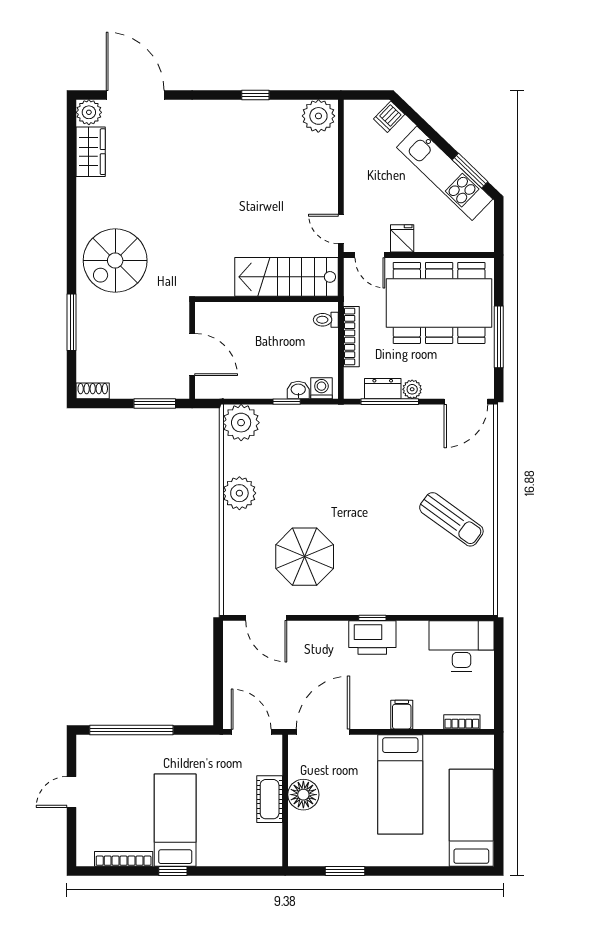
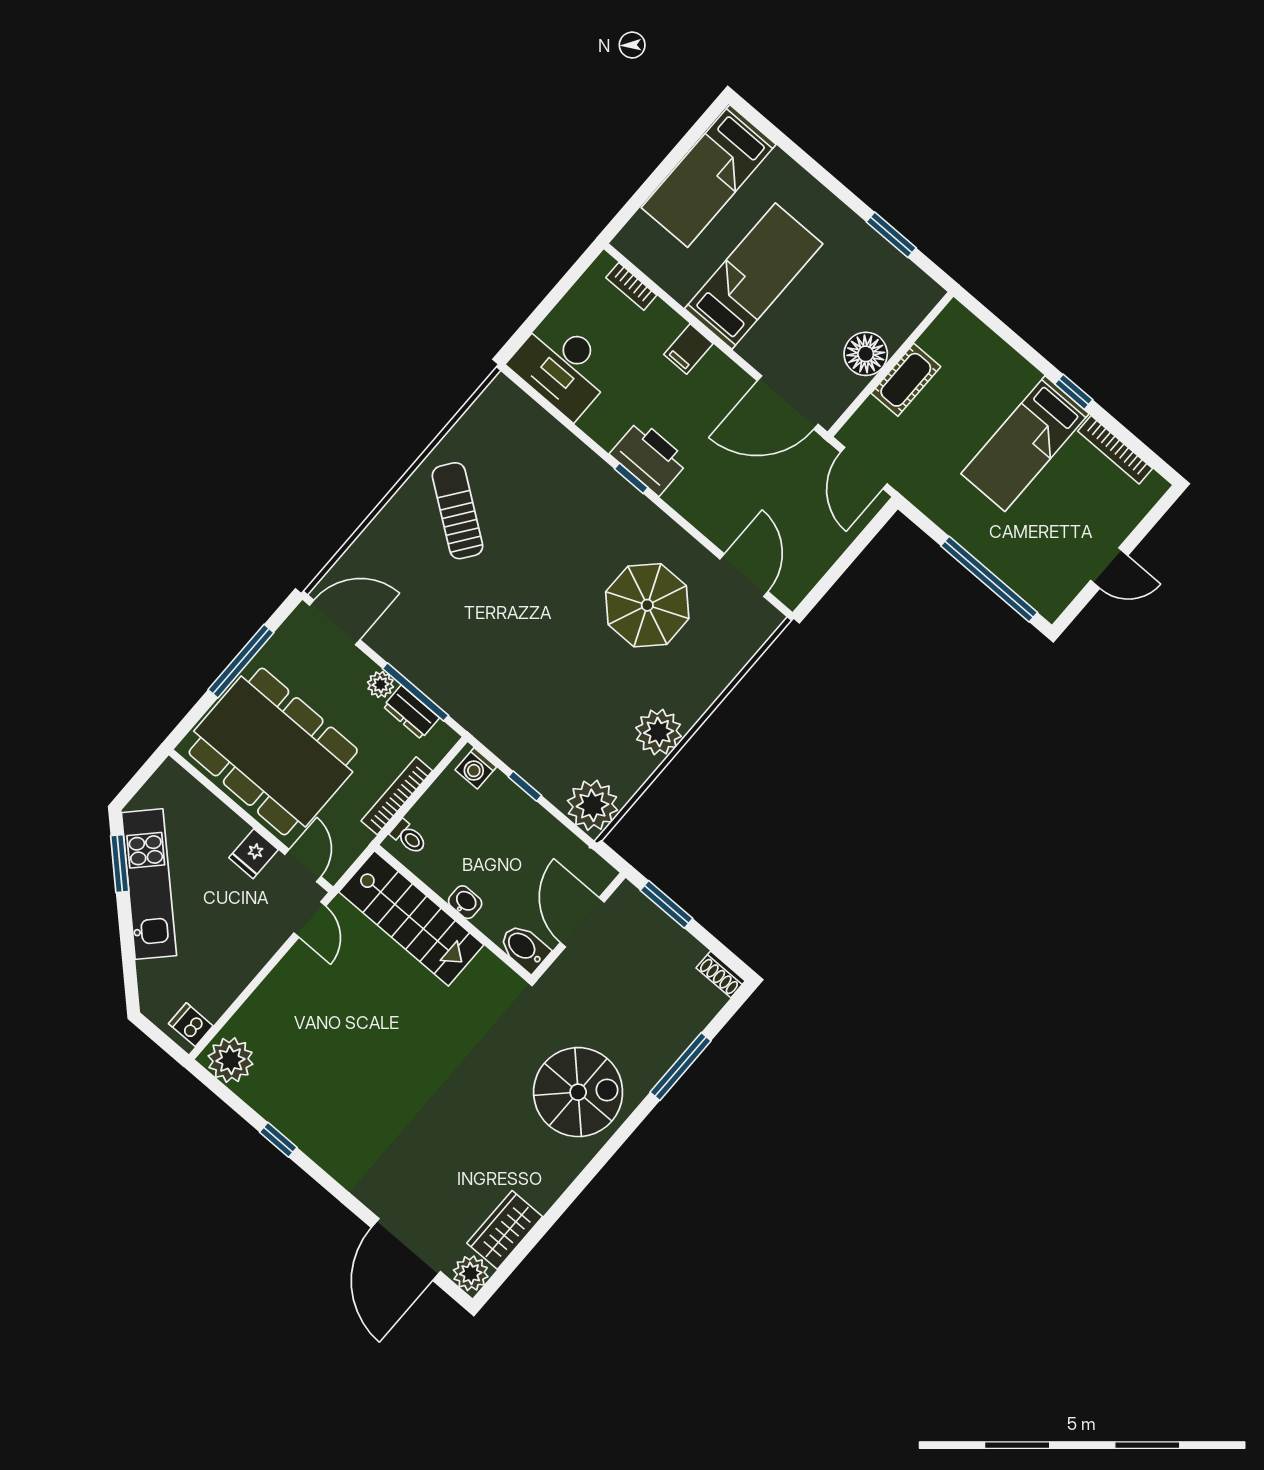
dishwasher: (389, 117) -> (191, 1025), moved, turned -134
bidet: (212, 314) -> (524, 948), added
washbasin: (298, 390) -> (465, 902), moved, turned 180

